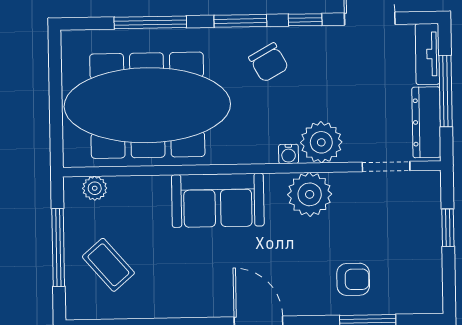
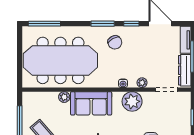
window: (150, 22) -> (44, 24), moved
plant: (321, 142) -> (142, 83), width x0.53, depth x0.53
plant: (95, 188) -> (64, 97), moved

